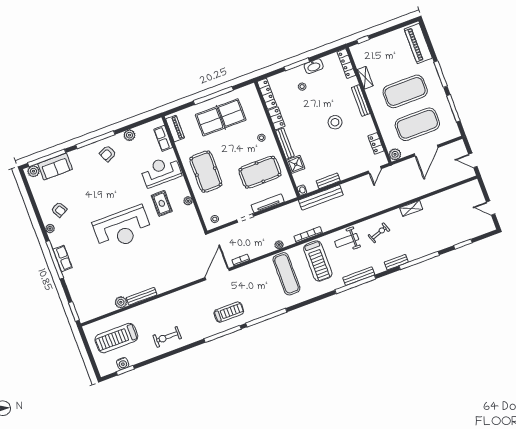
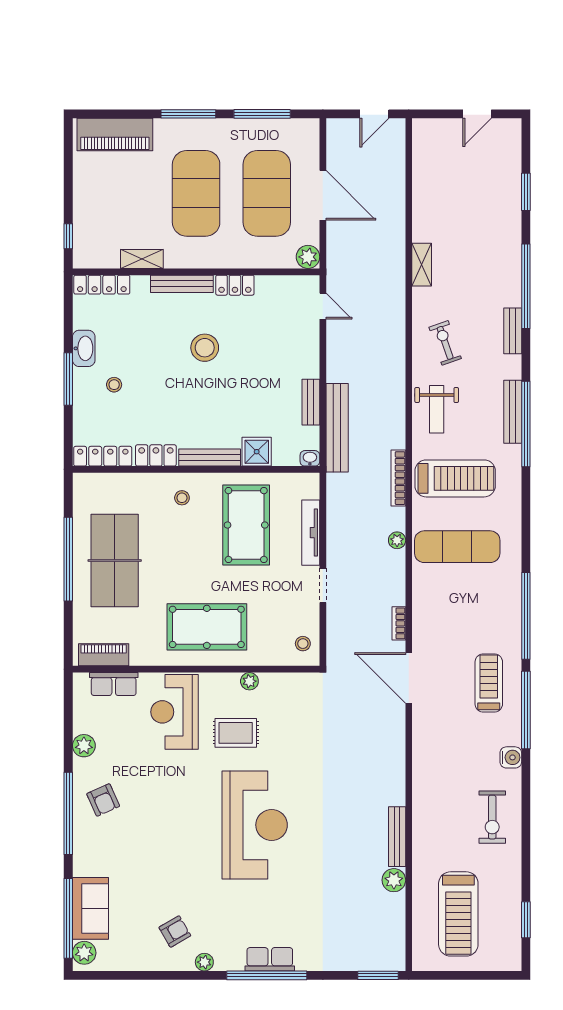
locker: (376, 143) -> (235, 285), moved
water cooler: (123, 363) -> (511, 757), moved

